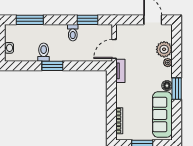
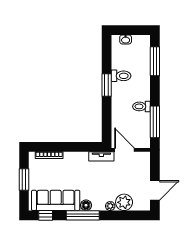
window: (87, 20) -> (155, 122), width x1.44
window: (177, 89) -> (83, 215), width x1.44
window: (177, 124) -> (46, 215), added

